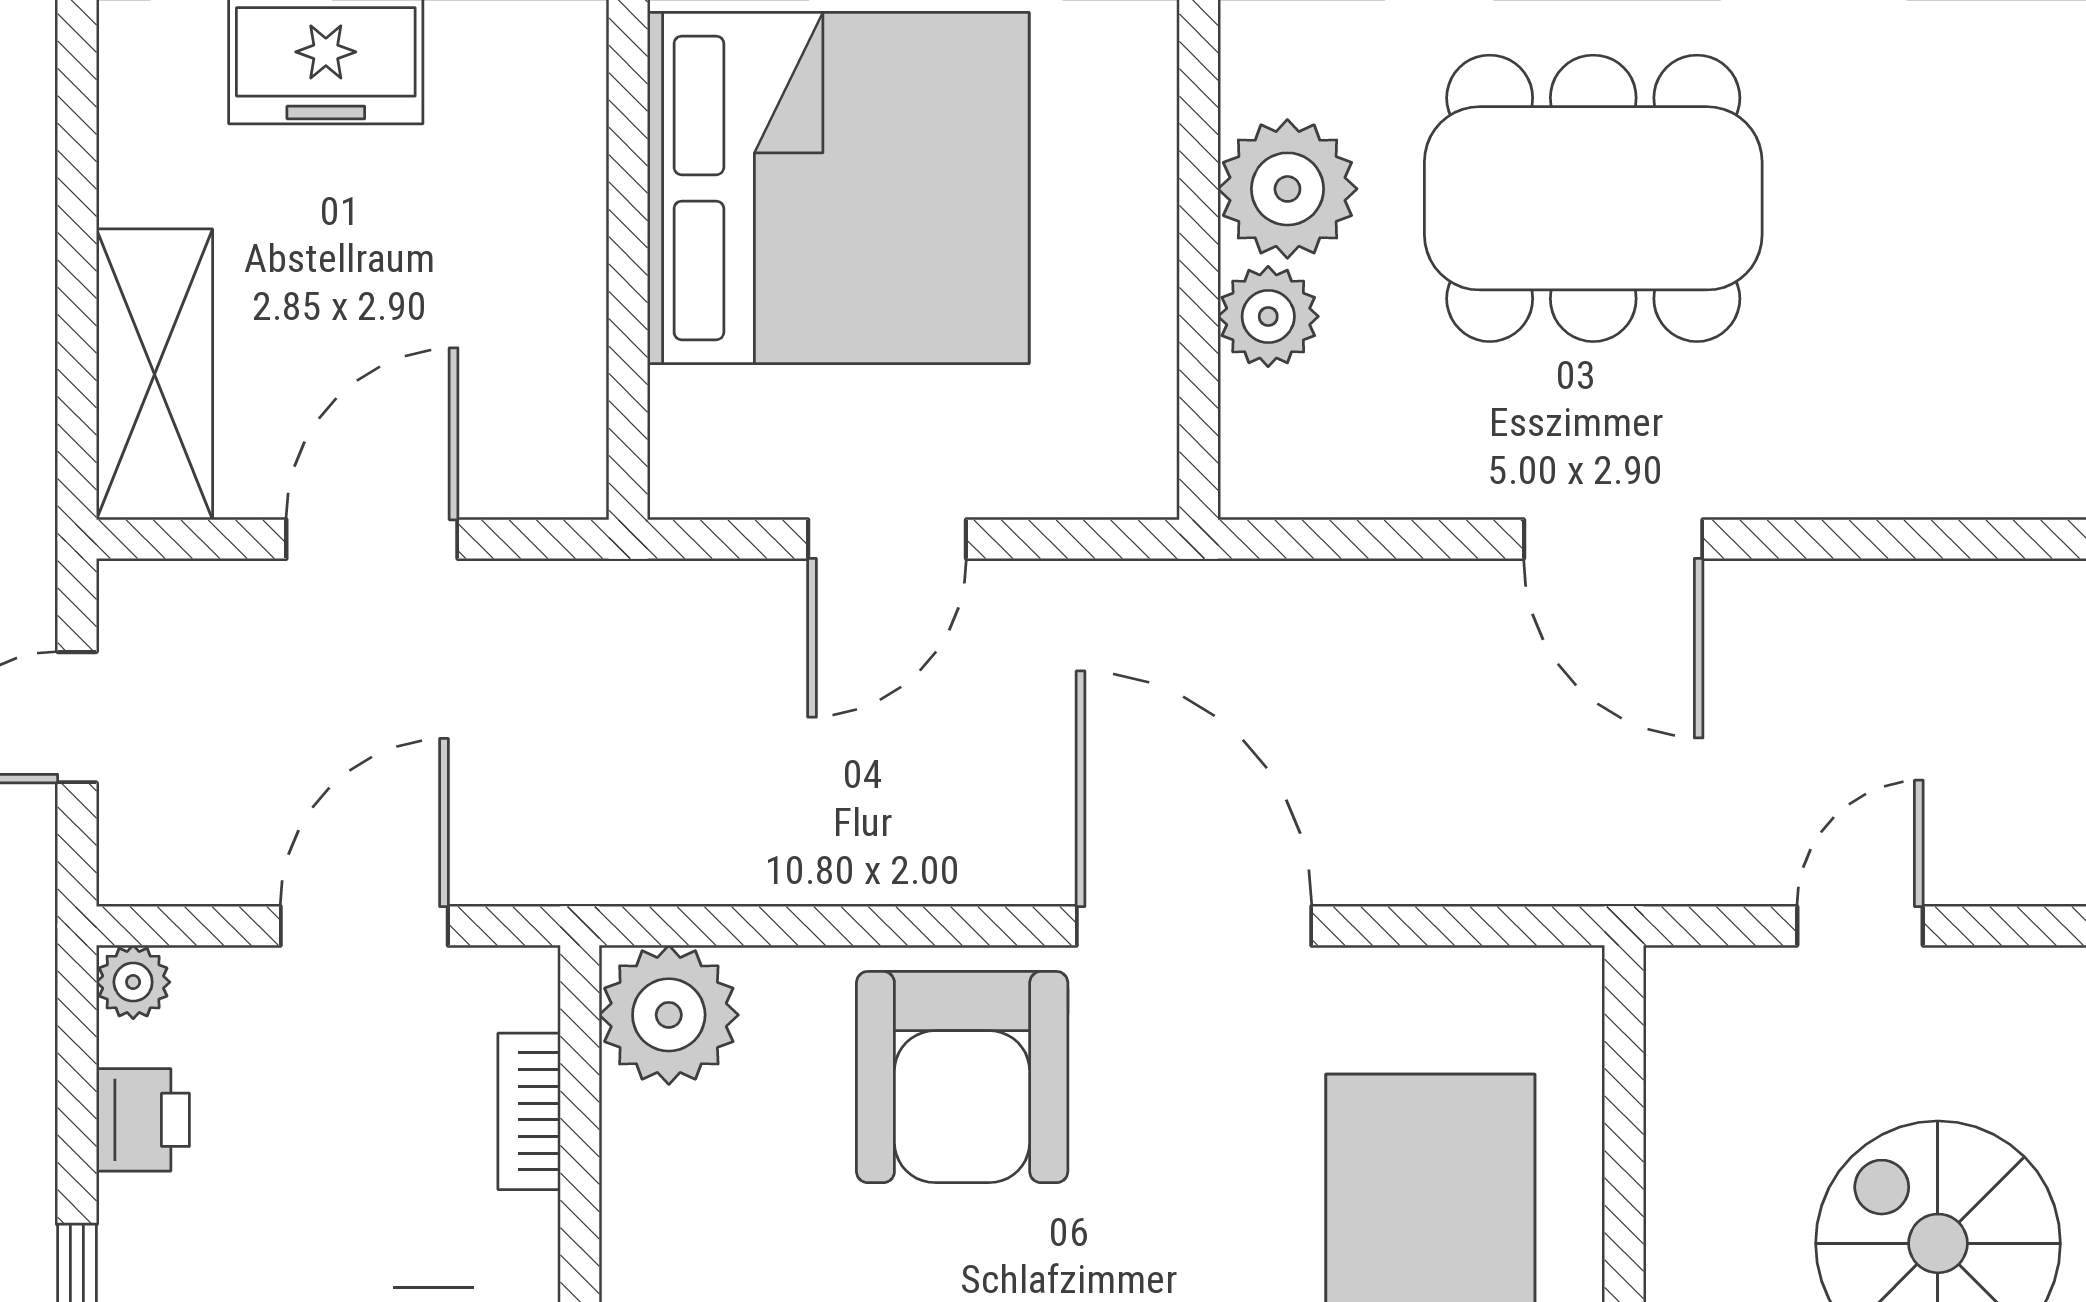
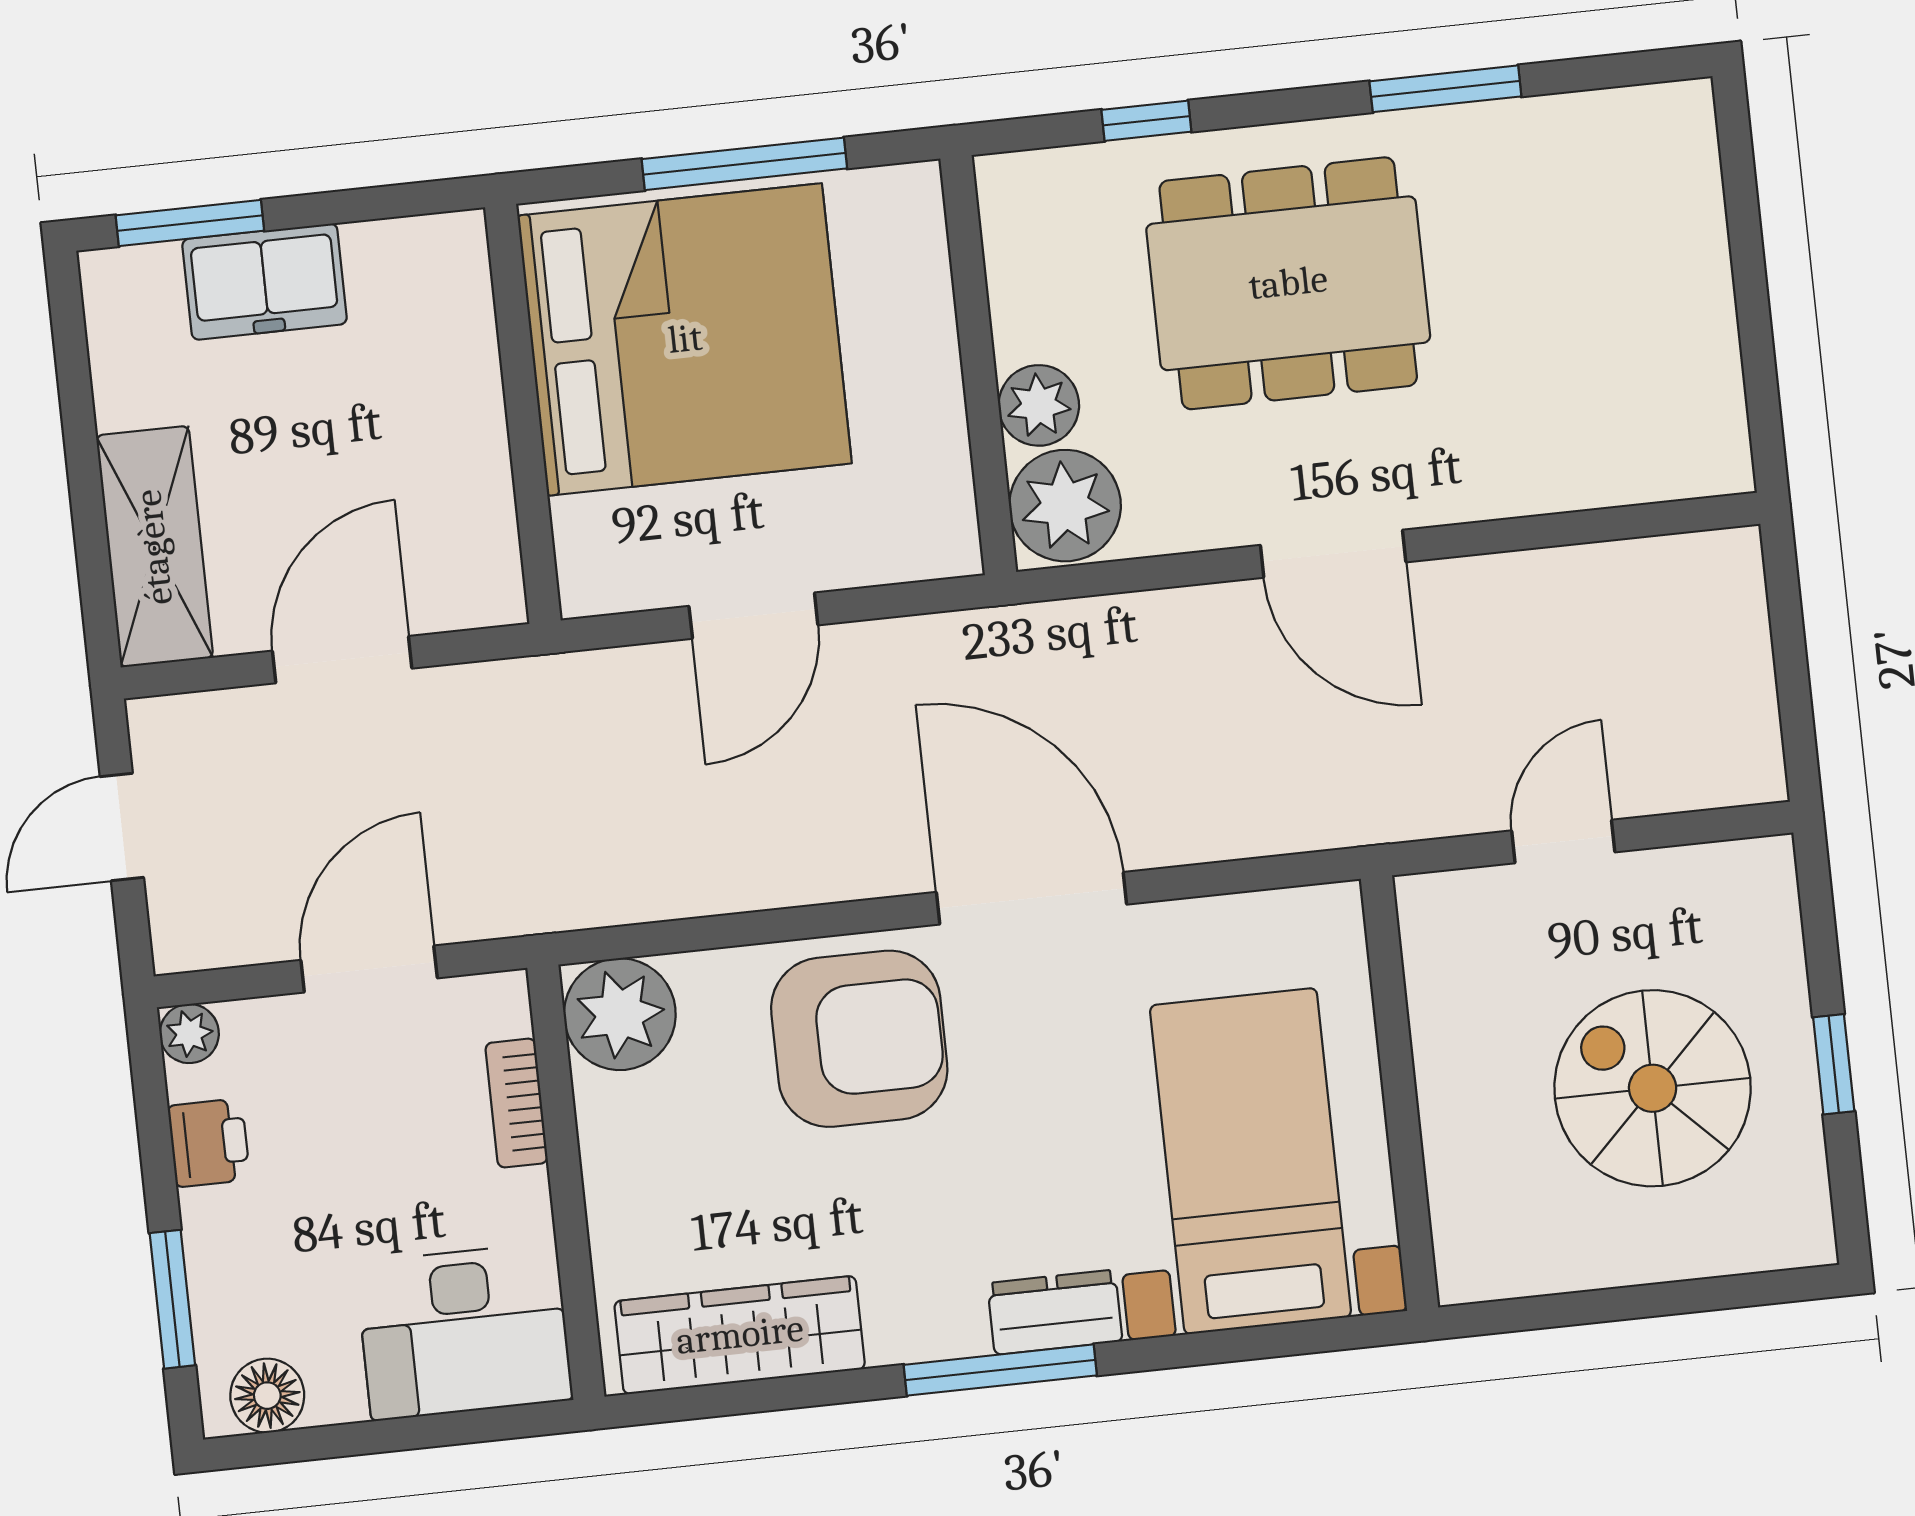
plant: (1287, 189) -> (1065, 506), moved
armchair: (962, 1077) -> (859, 1039), turned -90

